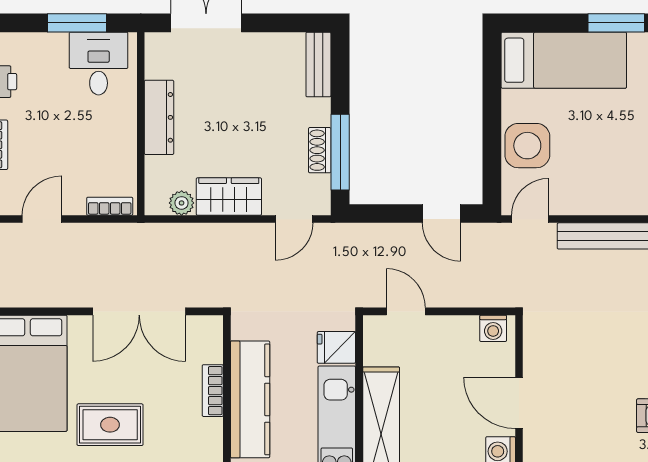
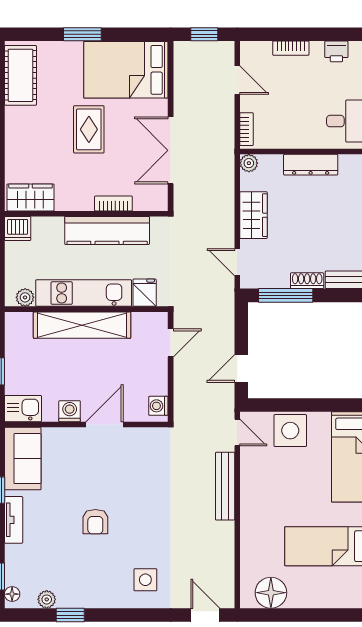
shoe rack: (320, 150) -> (307, 281), moved
plant: (182, 203) -> (249, 163), moved

